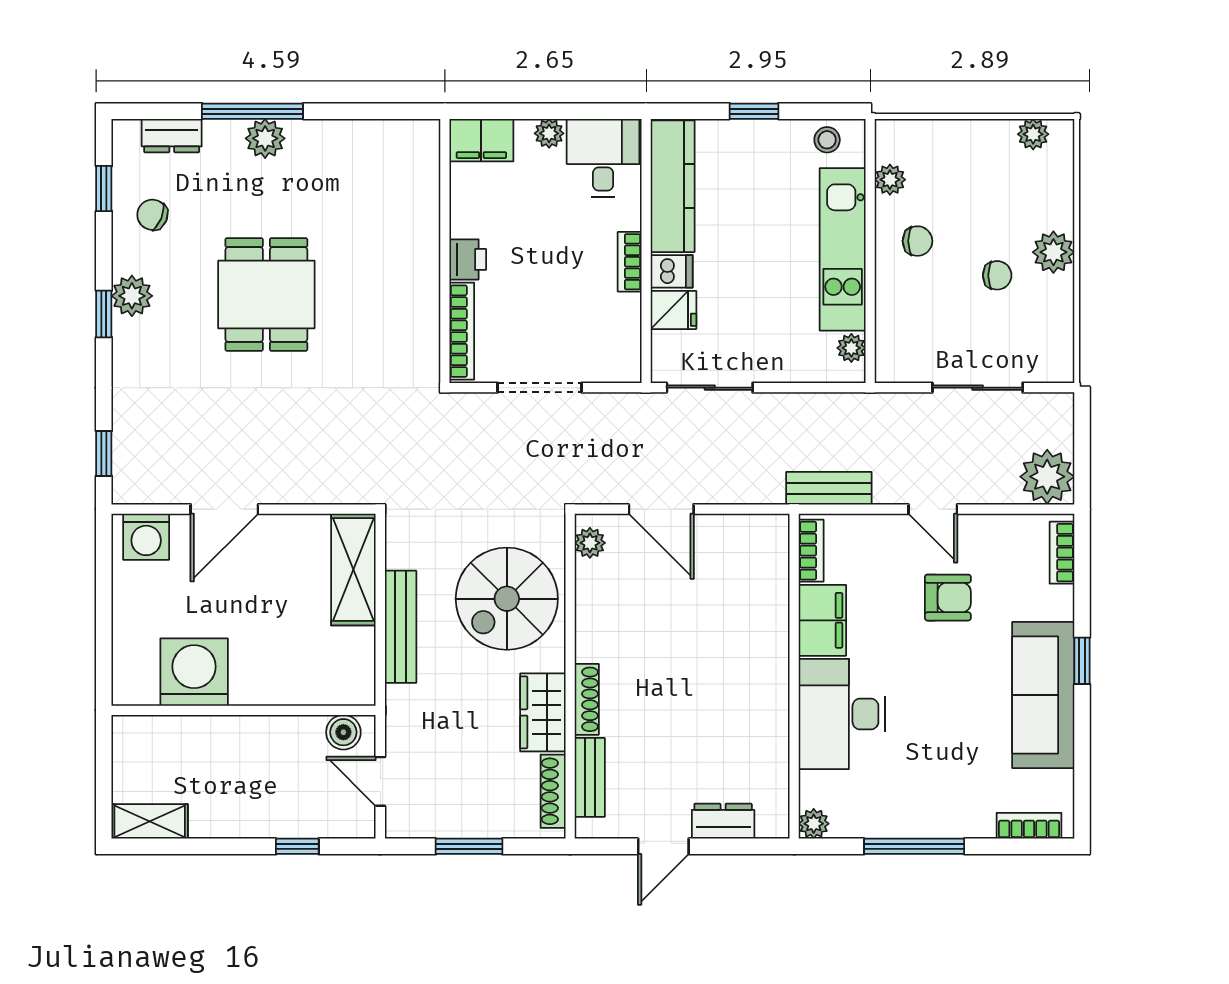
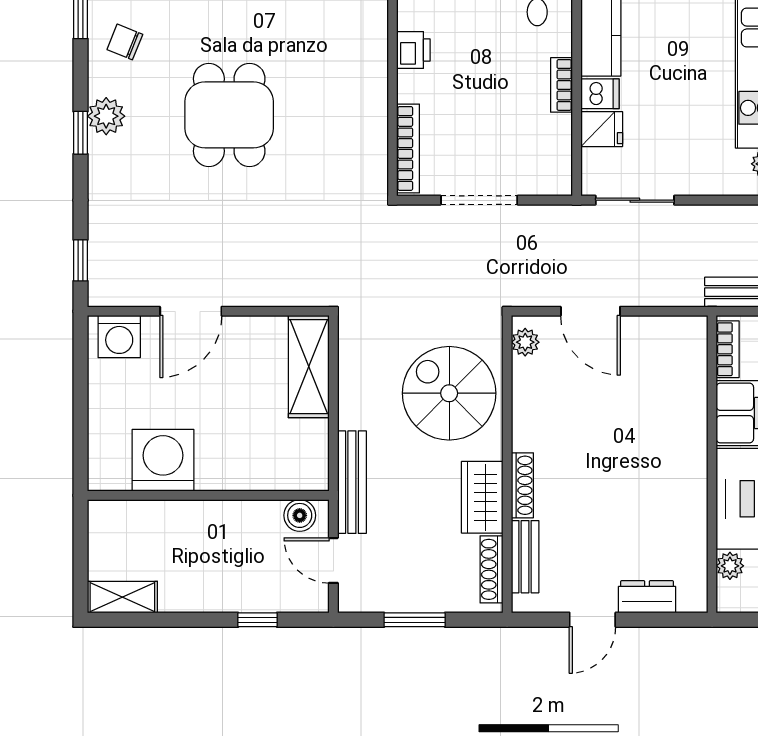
printer: (468, 259) -> (413, 50), moved
spiral stairs: (507, 599) -> (449, 393), turned 90
bench: (401, 627) -> (352, 482), moved
plant: (814, 824) -> (730, 566), moved

